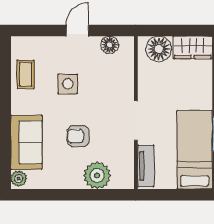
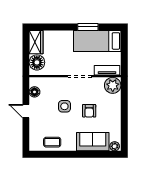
side table: (68, 84) -> (64, 106), moved
plant: (97, 175) -> (113, 85), moved

